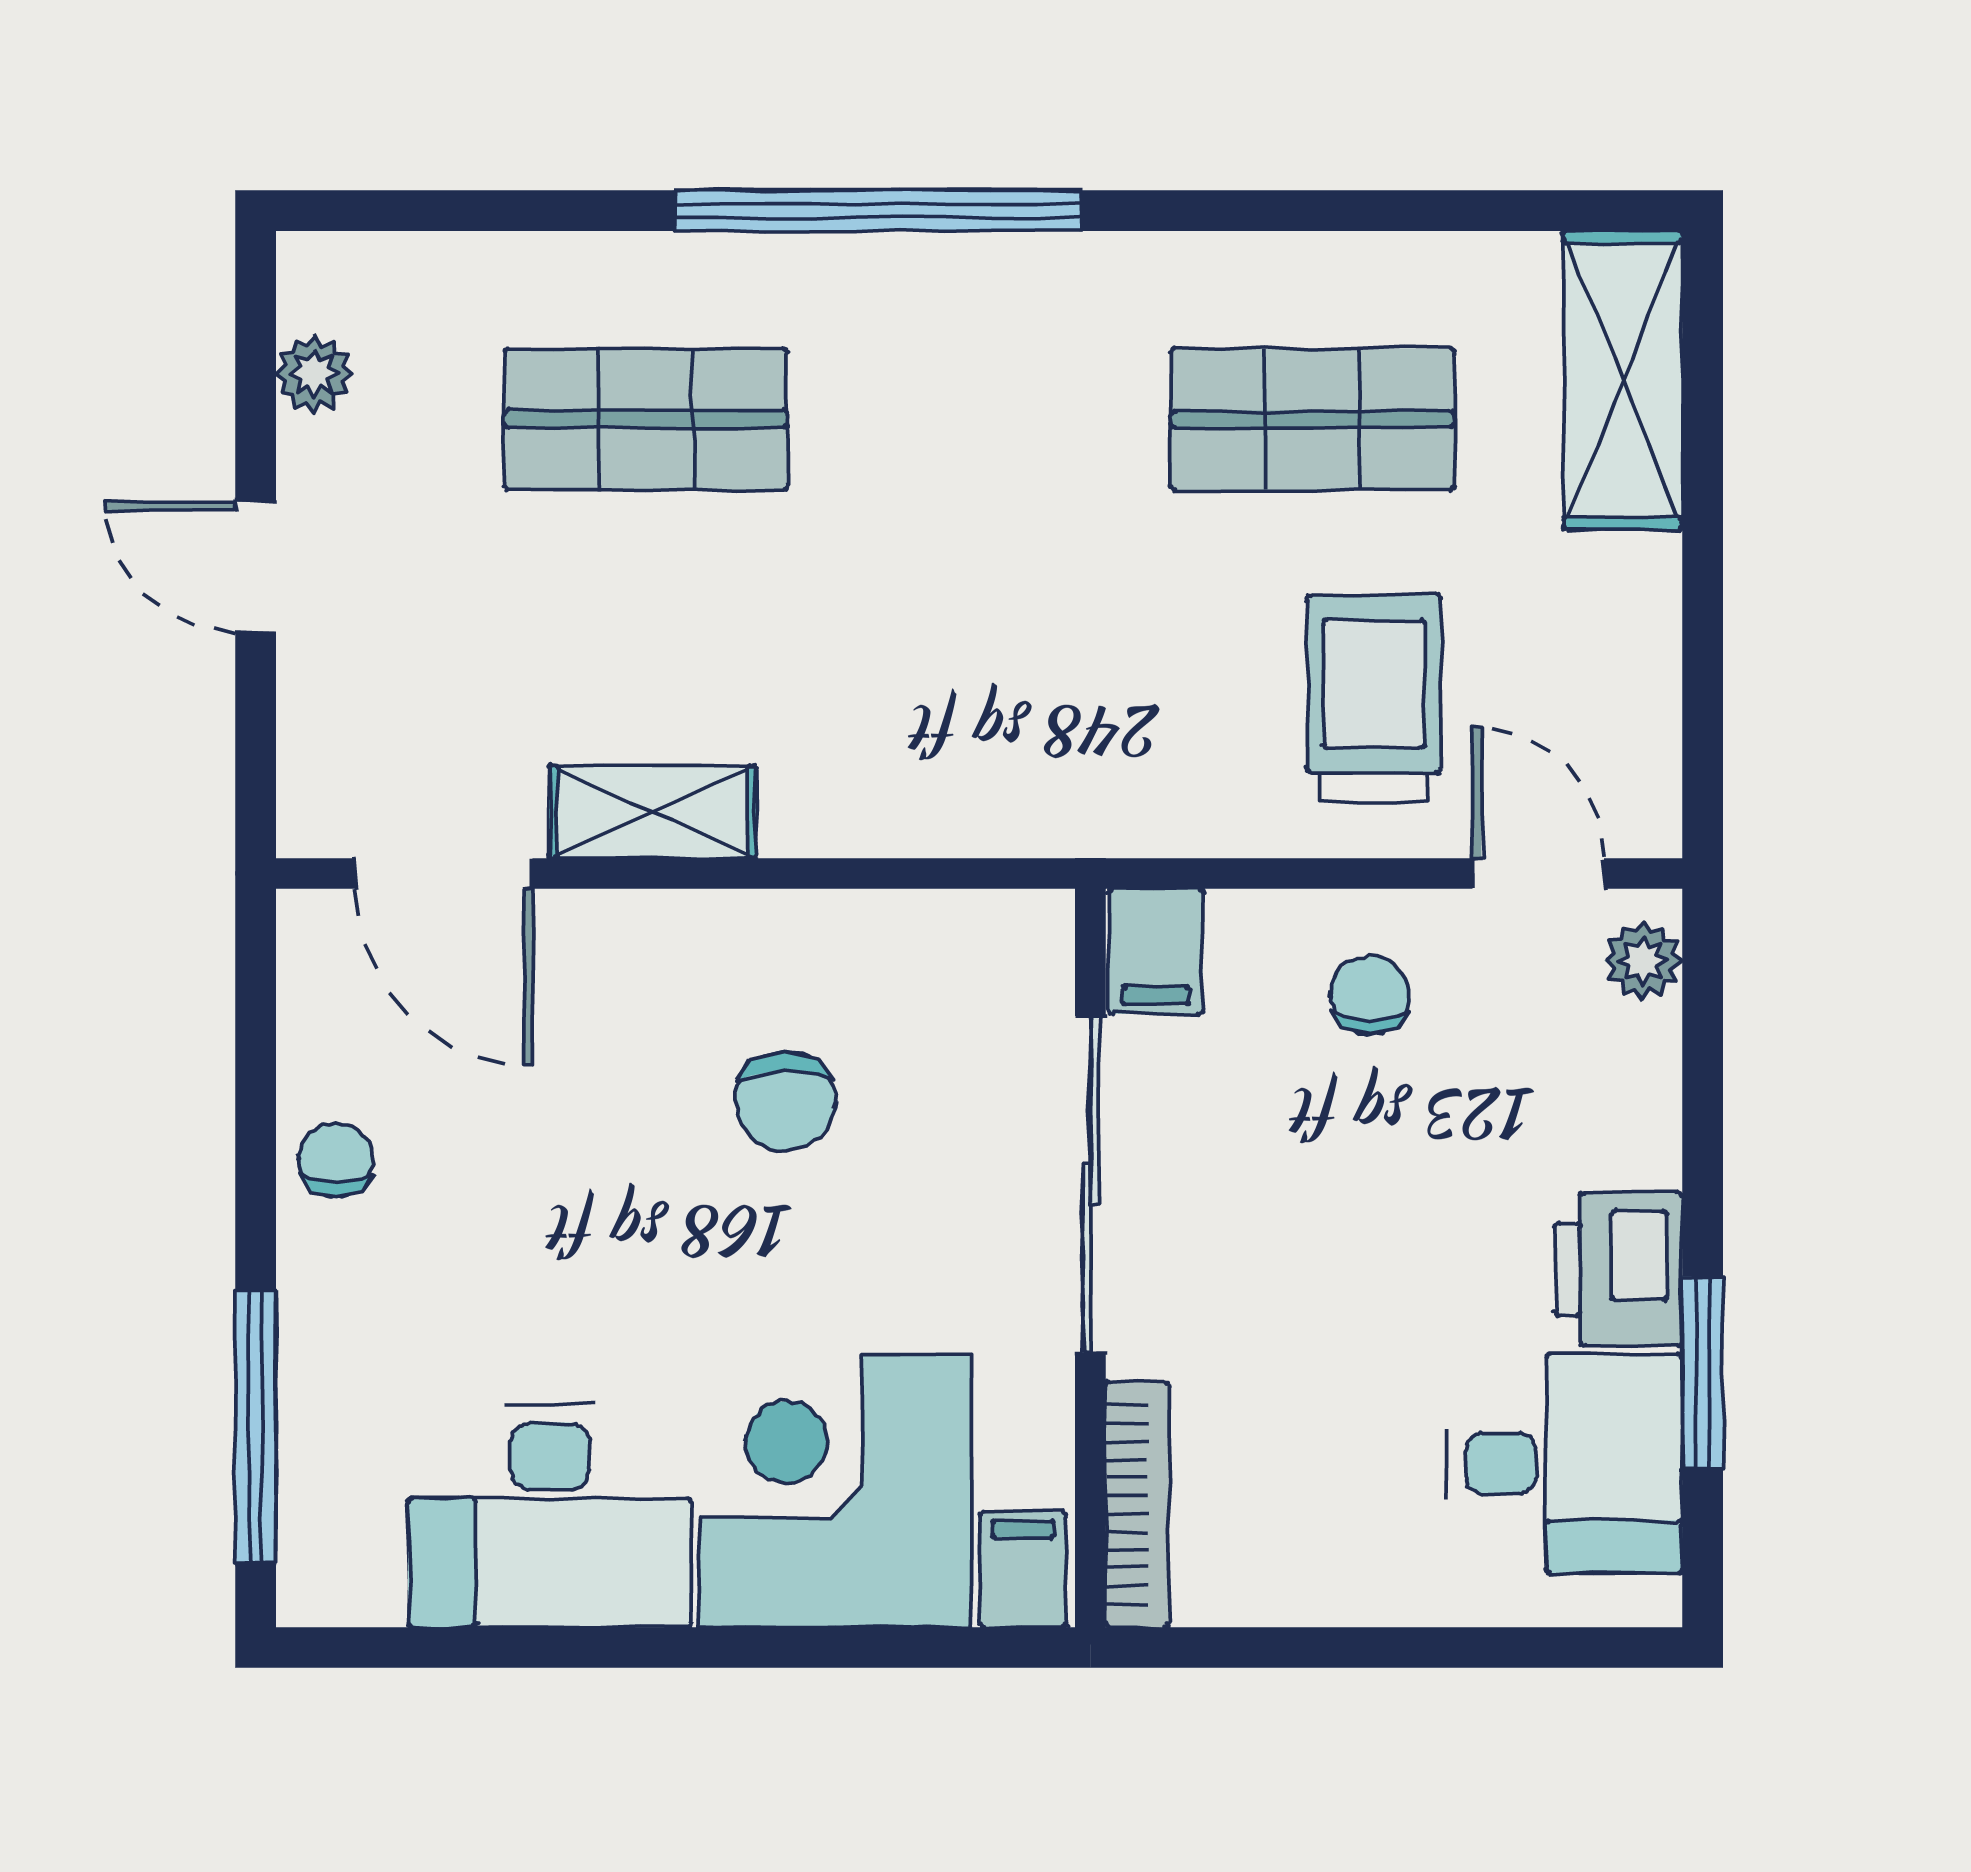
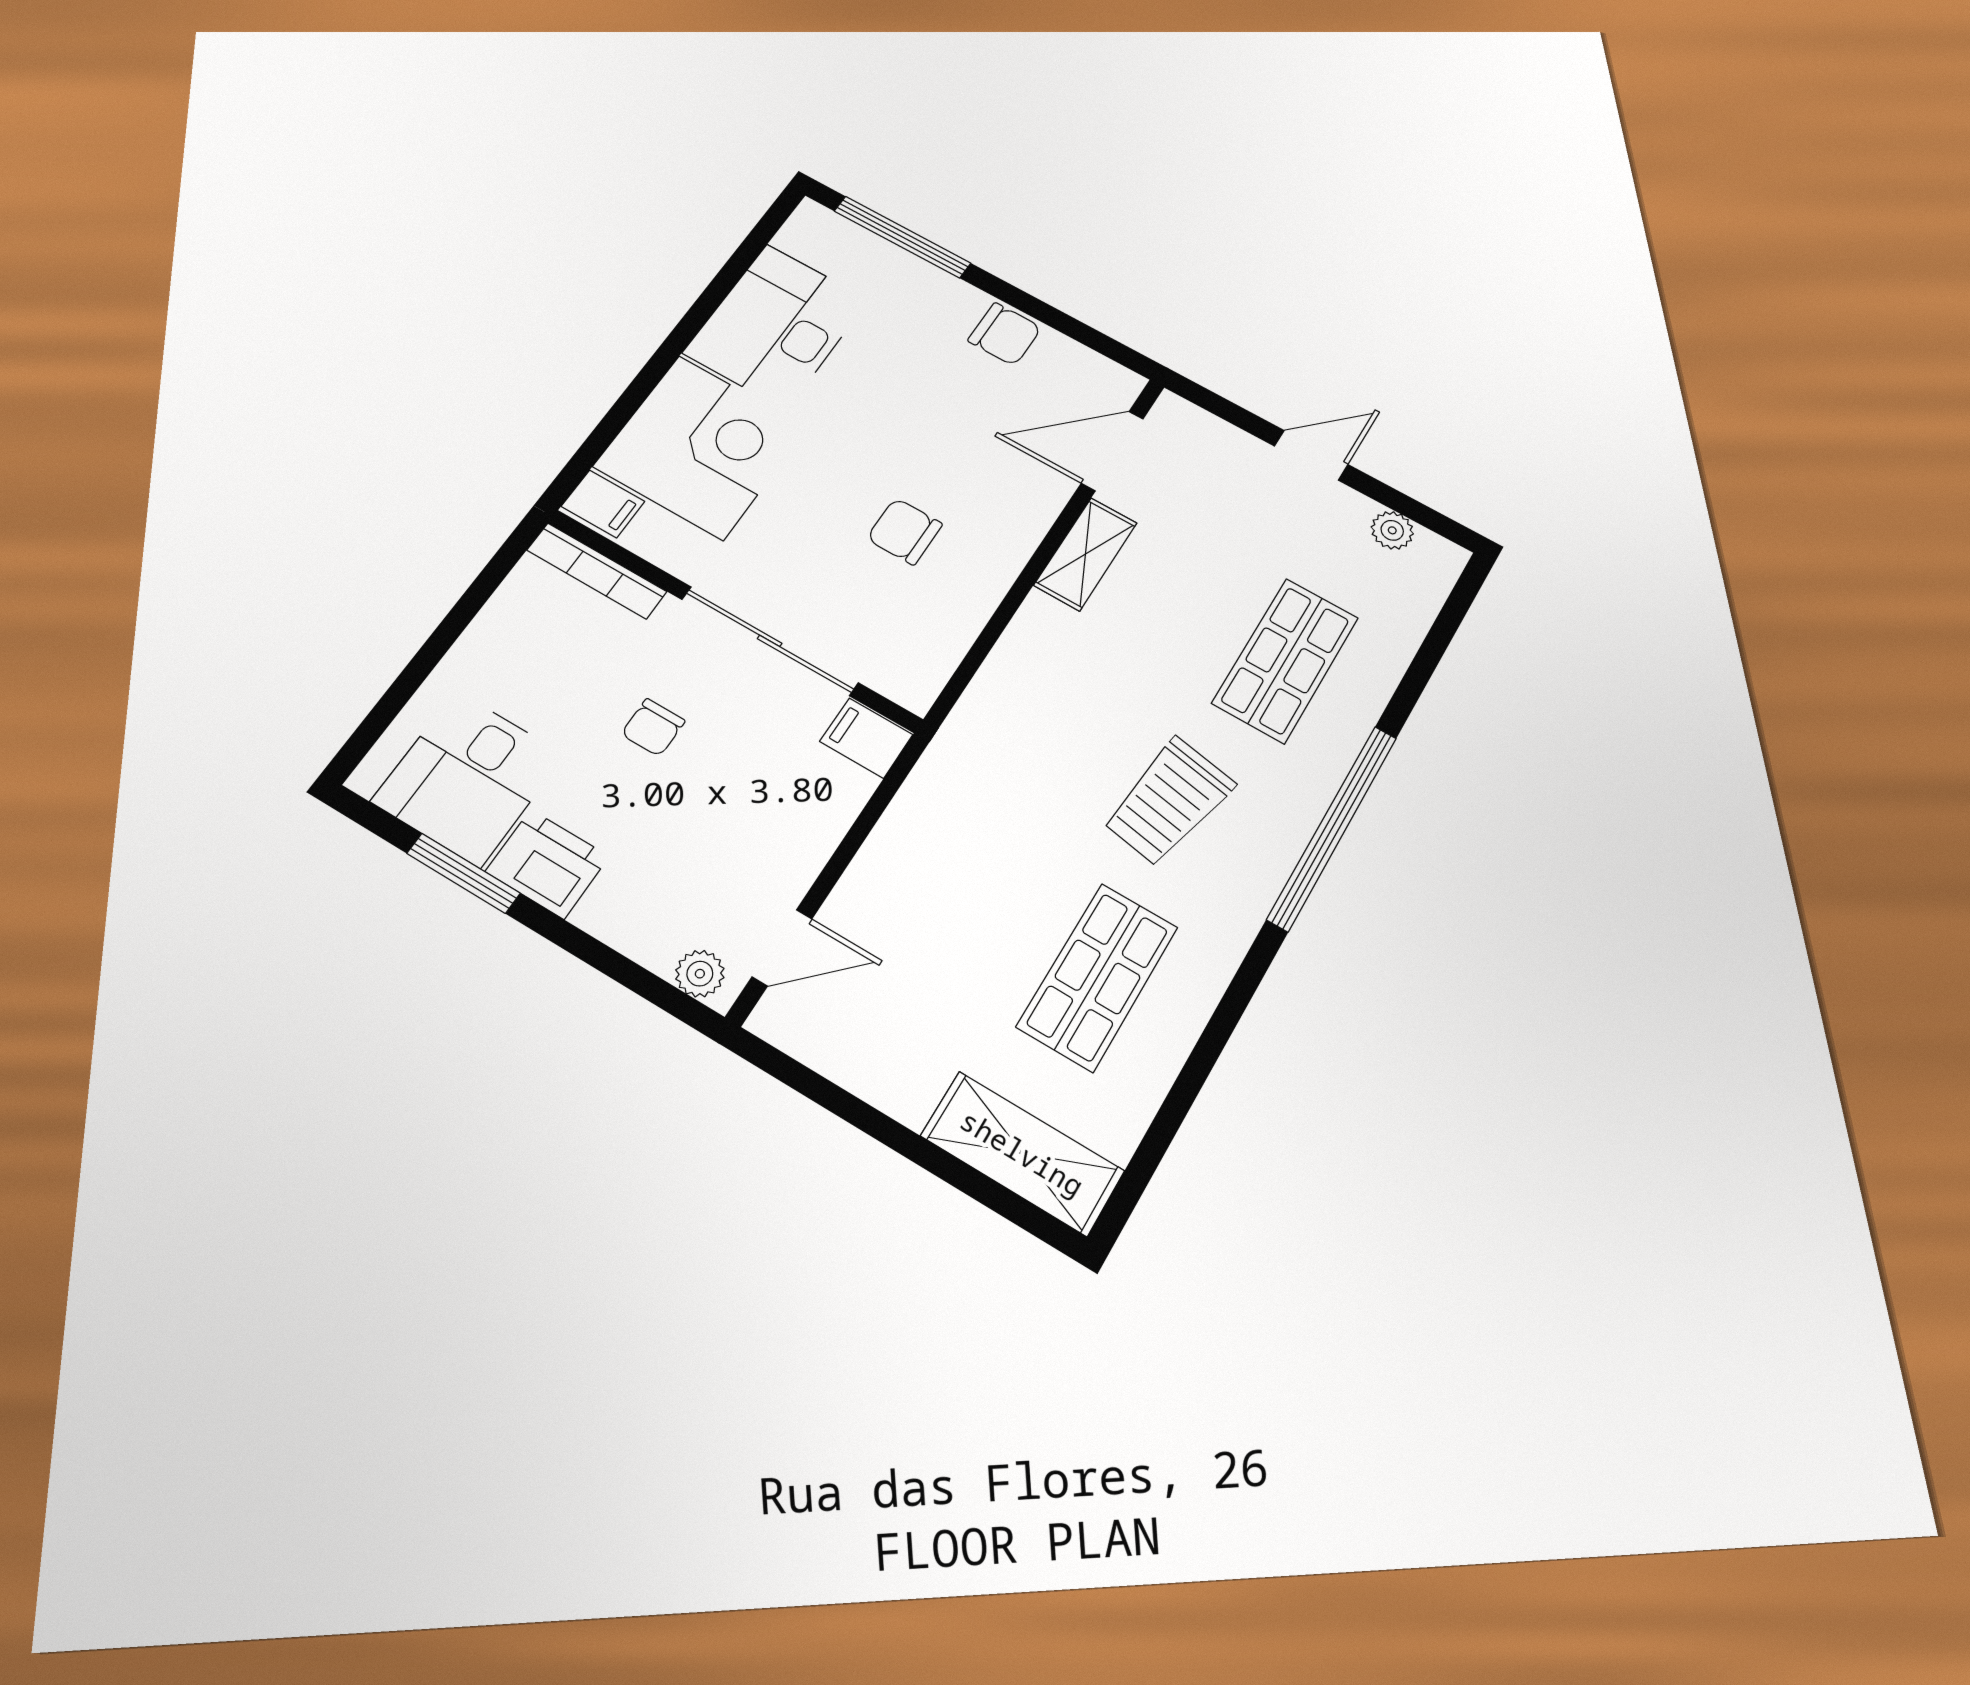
trolley: (1374, 698) -> (1168, 802), moved, turned 100
chair: (1370, 995) -> (653, 727), moved, turned 90
chair: (336, 1160) -> (1005, 334), width x1.37, depth x1.37

